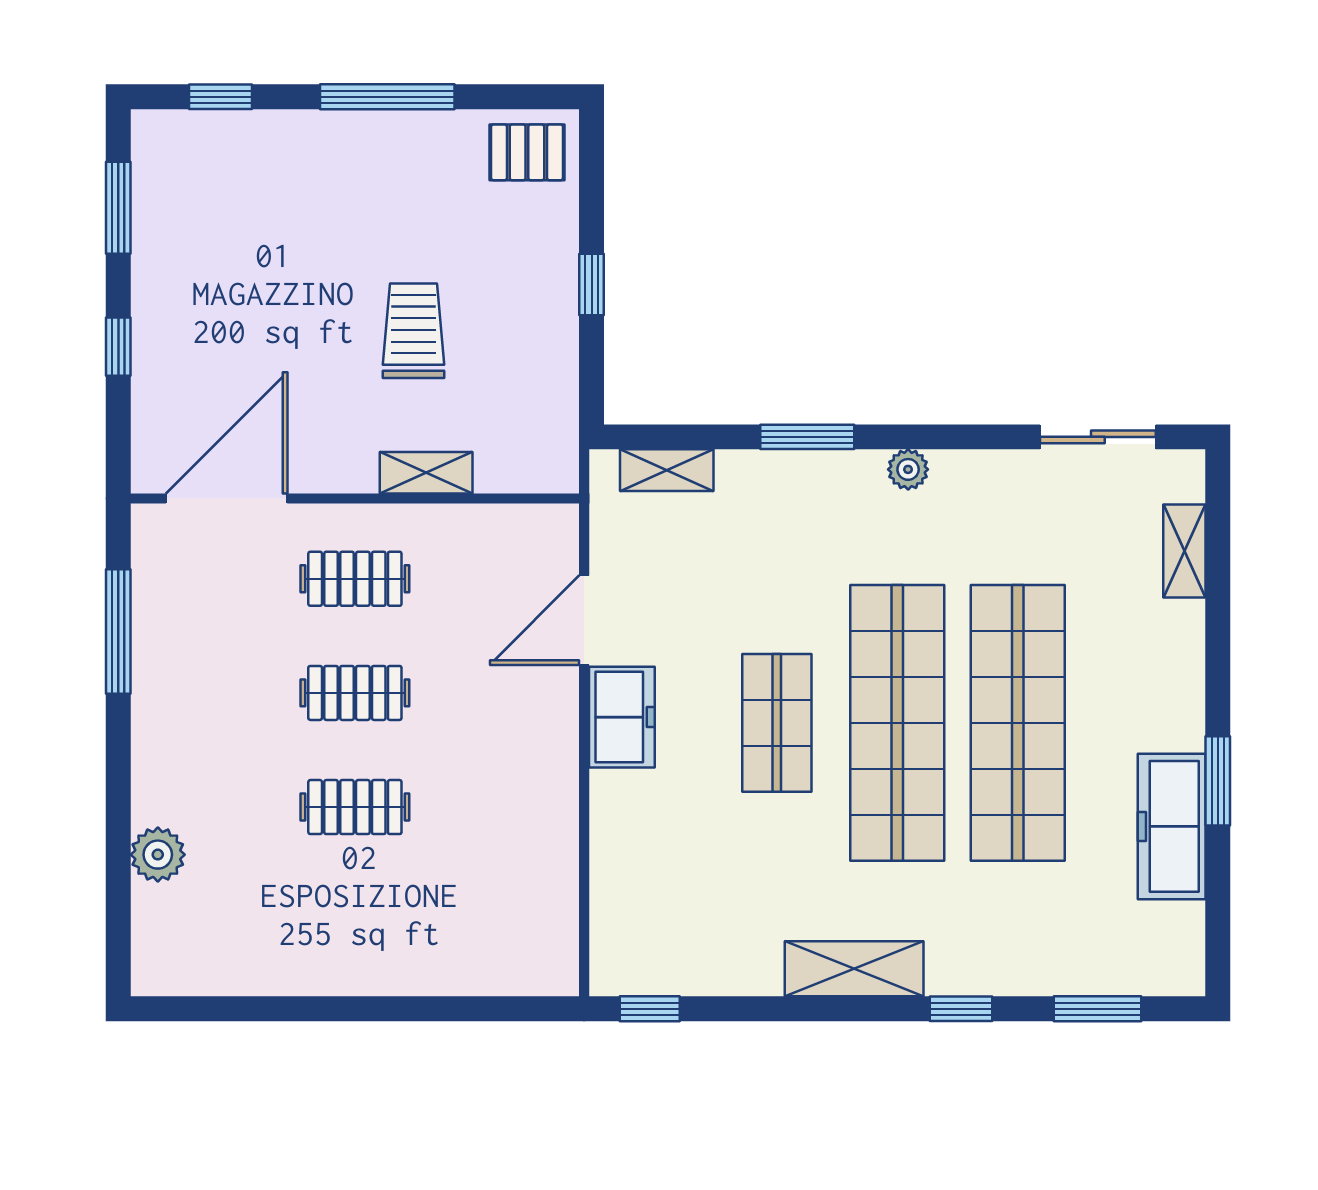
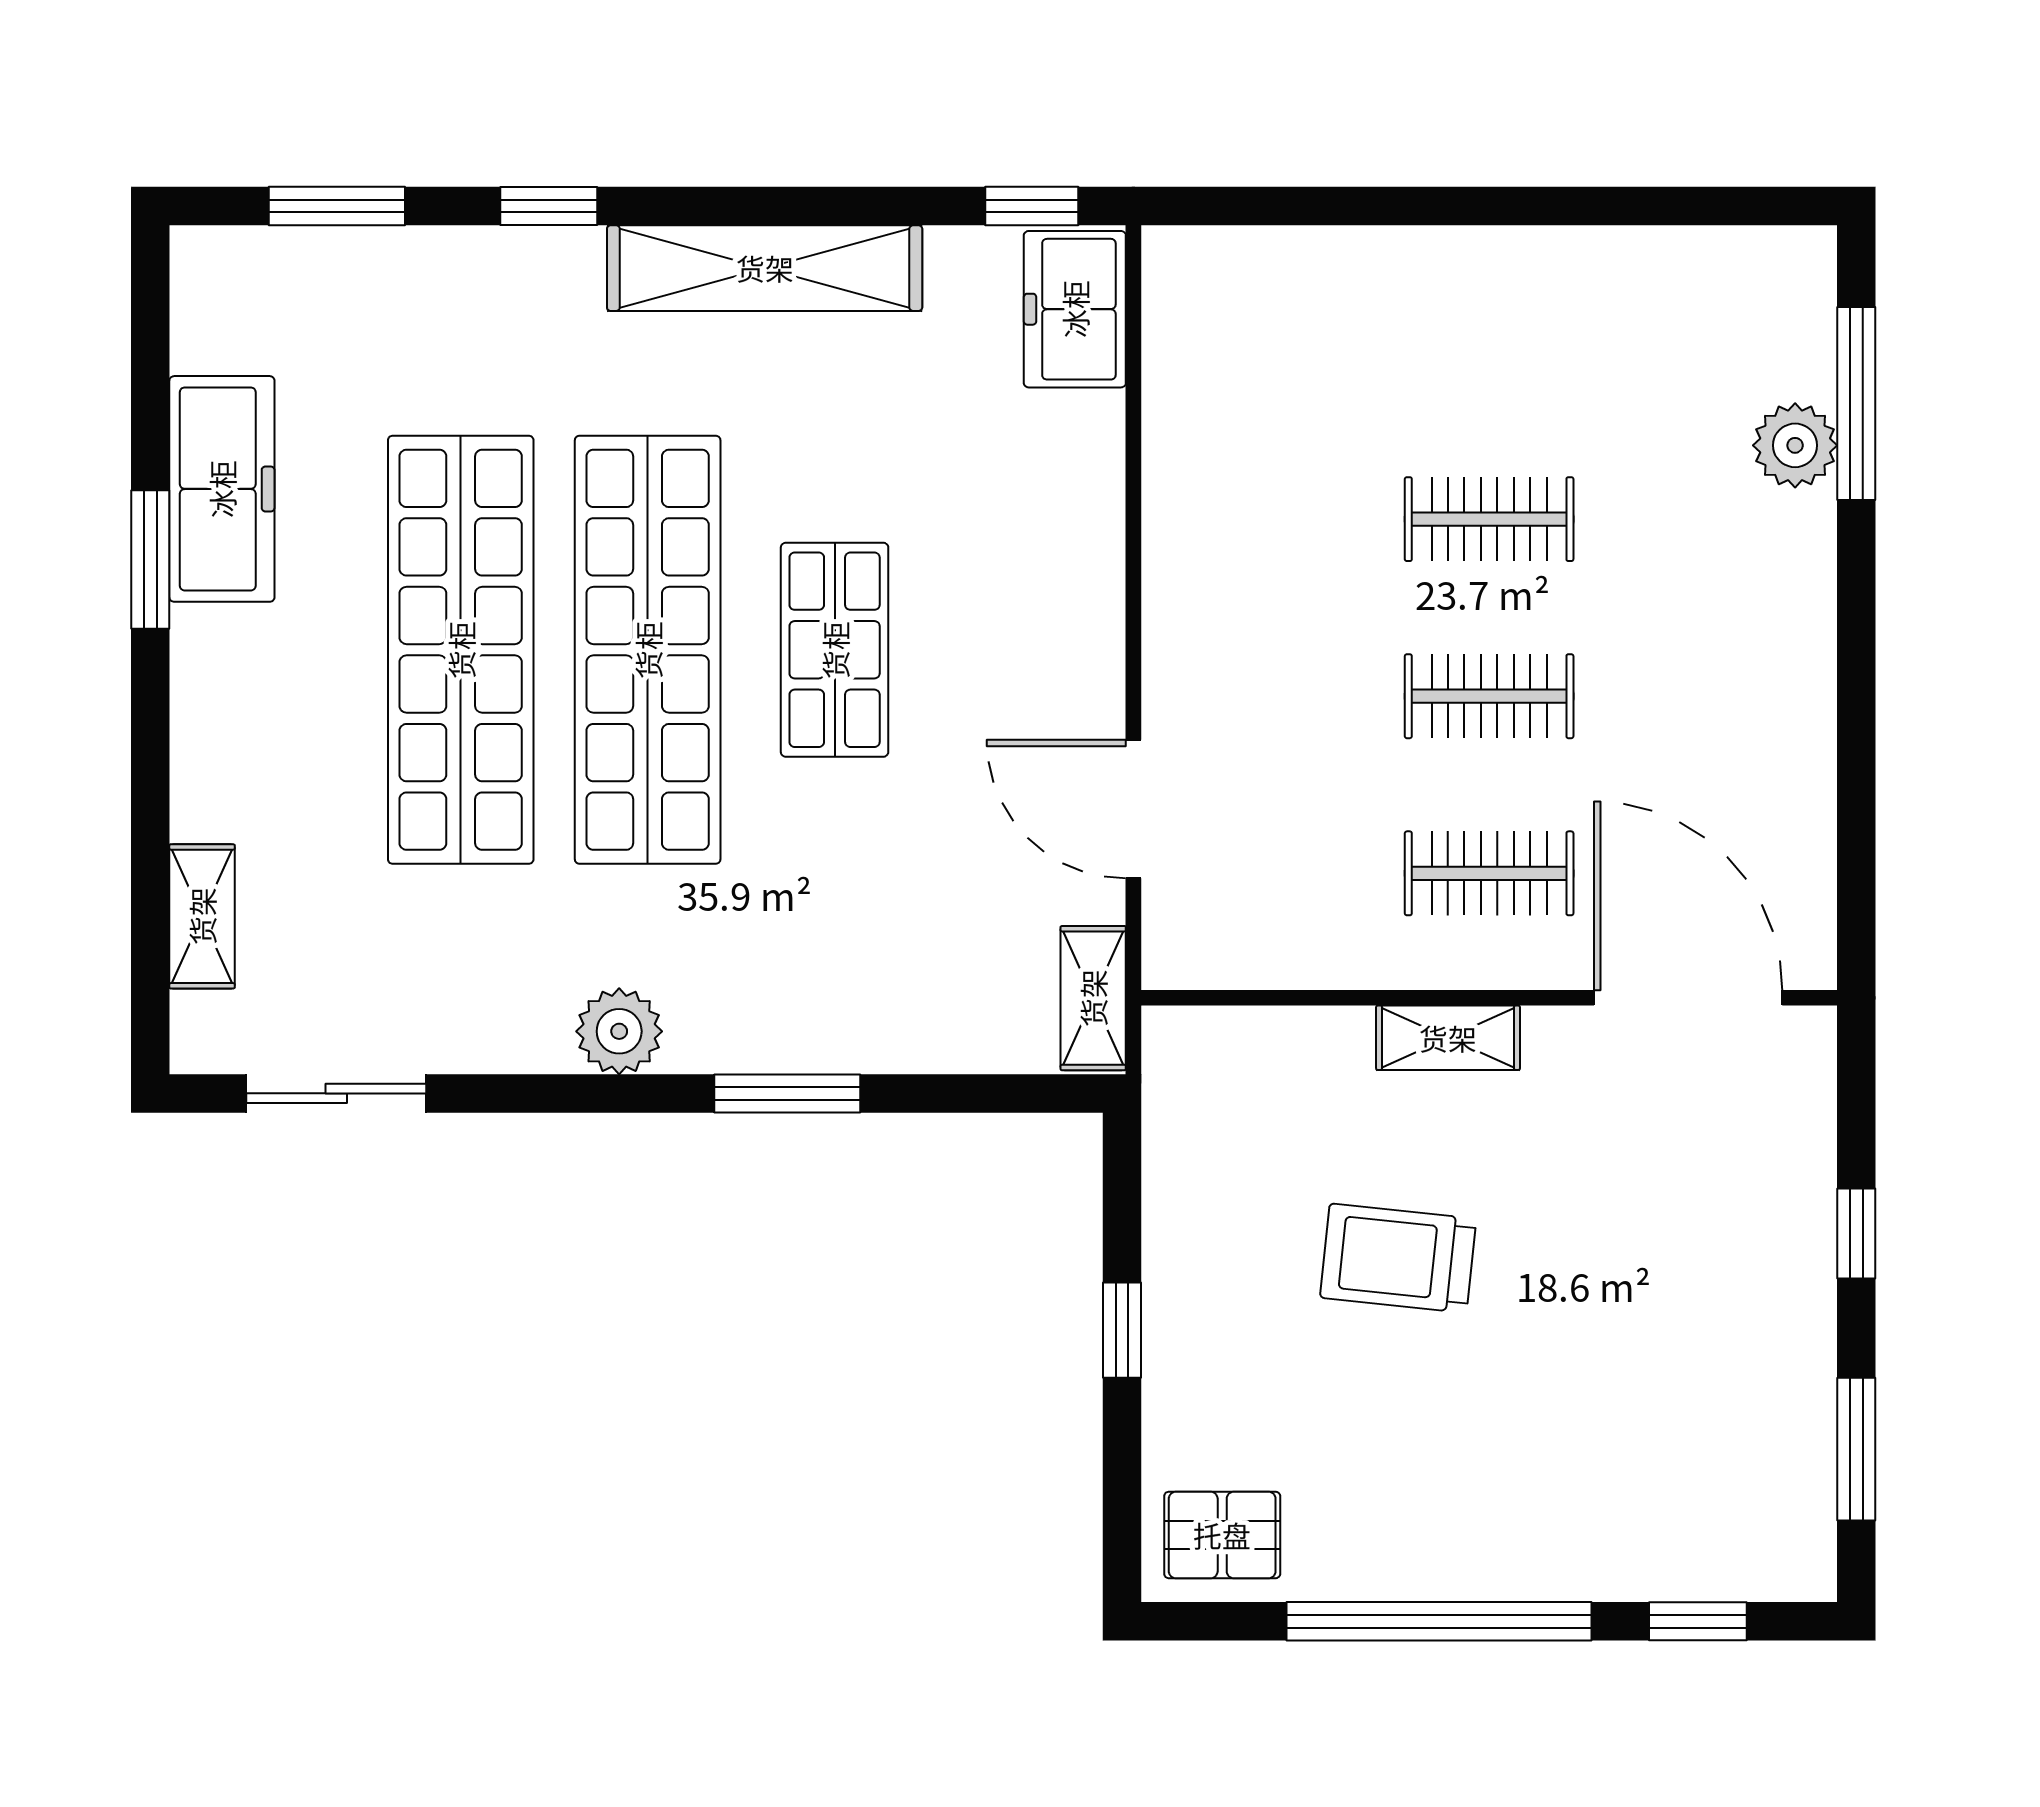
window: (387, 97) -> (1439, 1621), width x1.46
trolley: (414, 331) -> (1398, 1258), turned 96
plant: (908, 469) -> (619, 1031), width x1.38, depth x1.38
shelving: (667, 470) -> (1093, 998), moved, turned 90
shelving: (426, 473) -> (1448, 1038), moved
door: (227, 499) -> (1688, 998), swing flipped
door: (584, 620) -> (1133, 809), swing flipped
window: (118, 631) -> (1856, 404), moved
freezer: (622, 717) -> (1075, 309), moved
shelving: (854, 969) -> (765, 268), width x1.47

